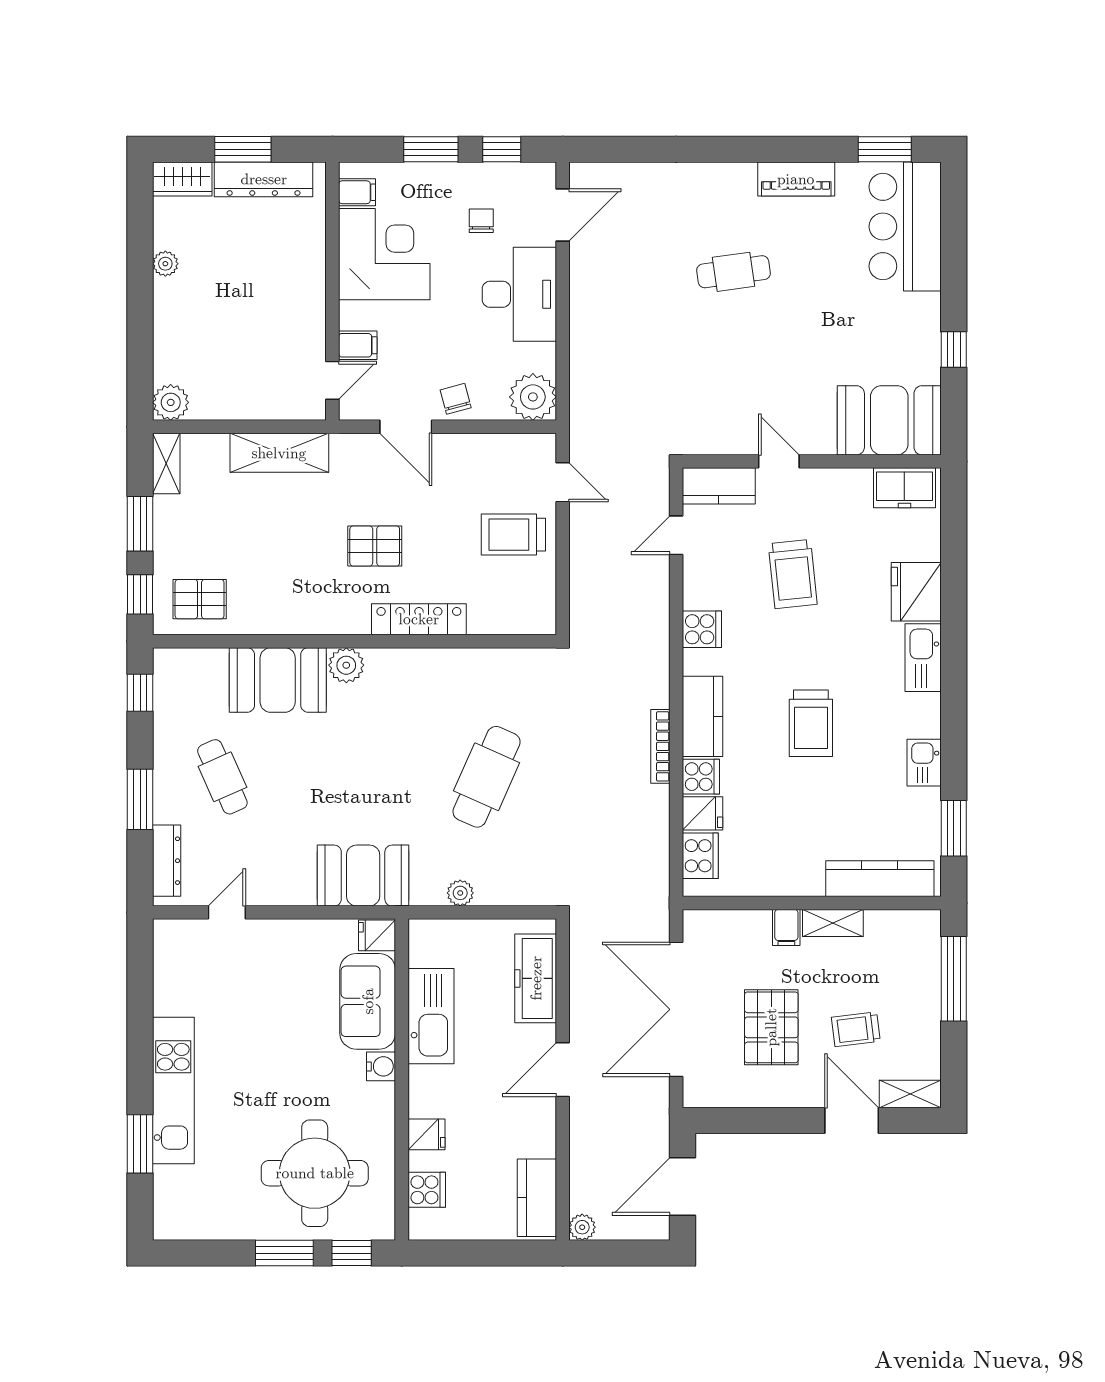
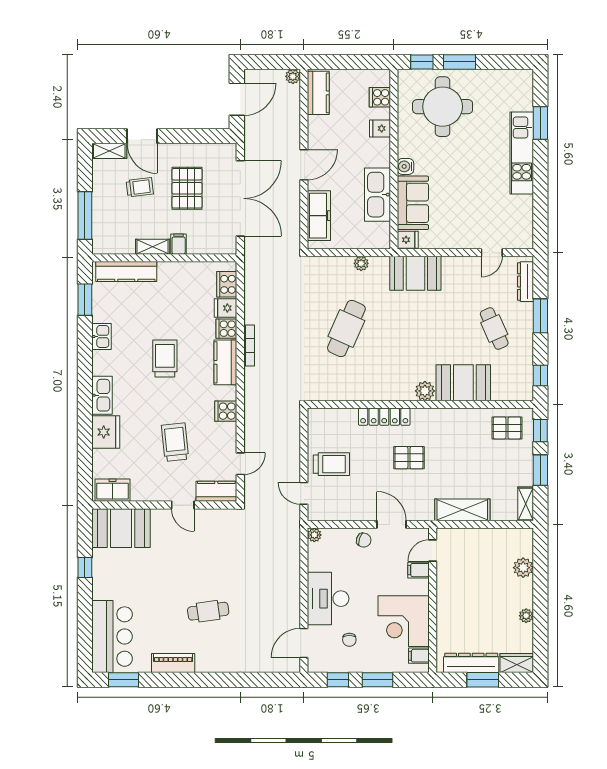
plant: (533, 397) -> (314, 535), width x0.53, depth x0.53
chair: (456, 399) -> (364, 540), turned -57
plant: (171, 402) -> (523, 568), moved

